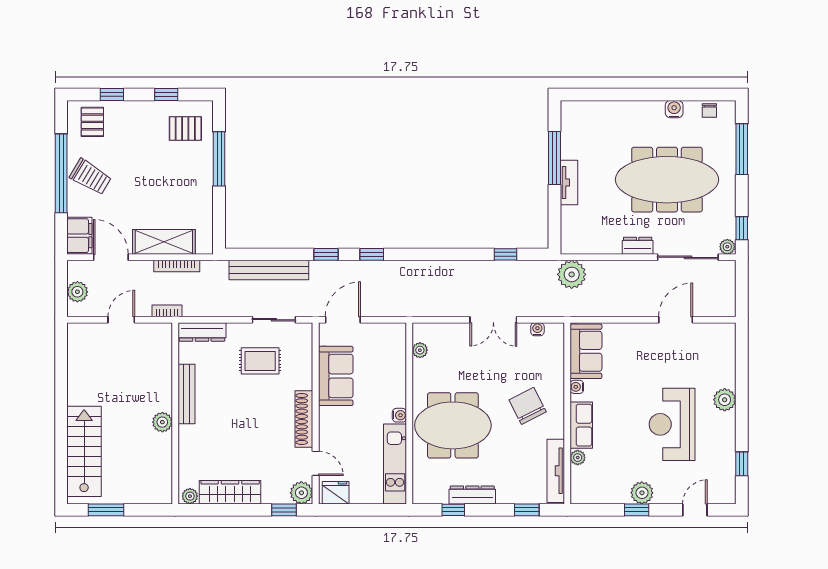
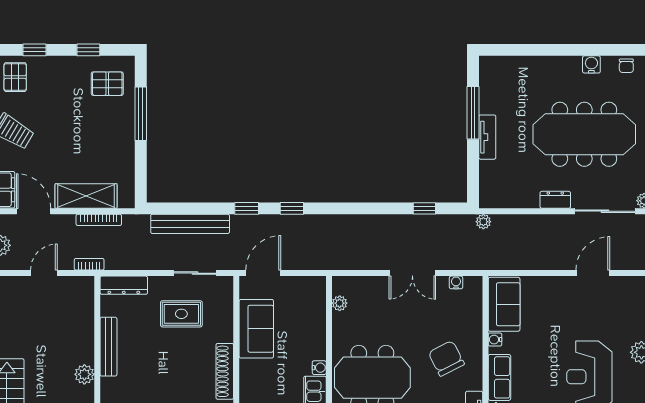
plant: (572, 274) -> (483, 222), width x0.53, depth x0.53

